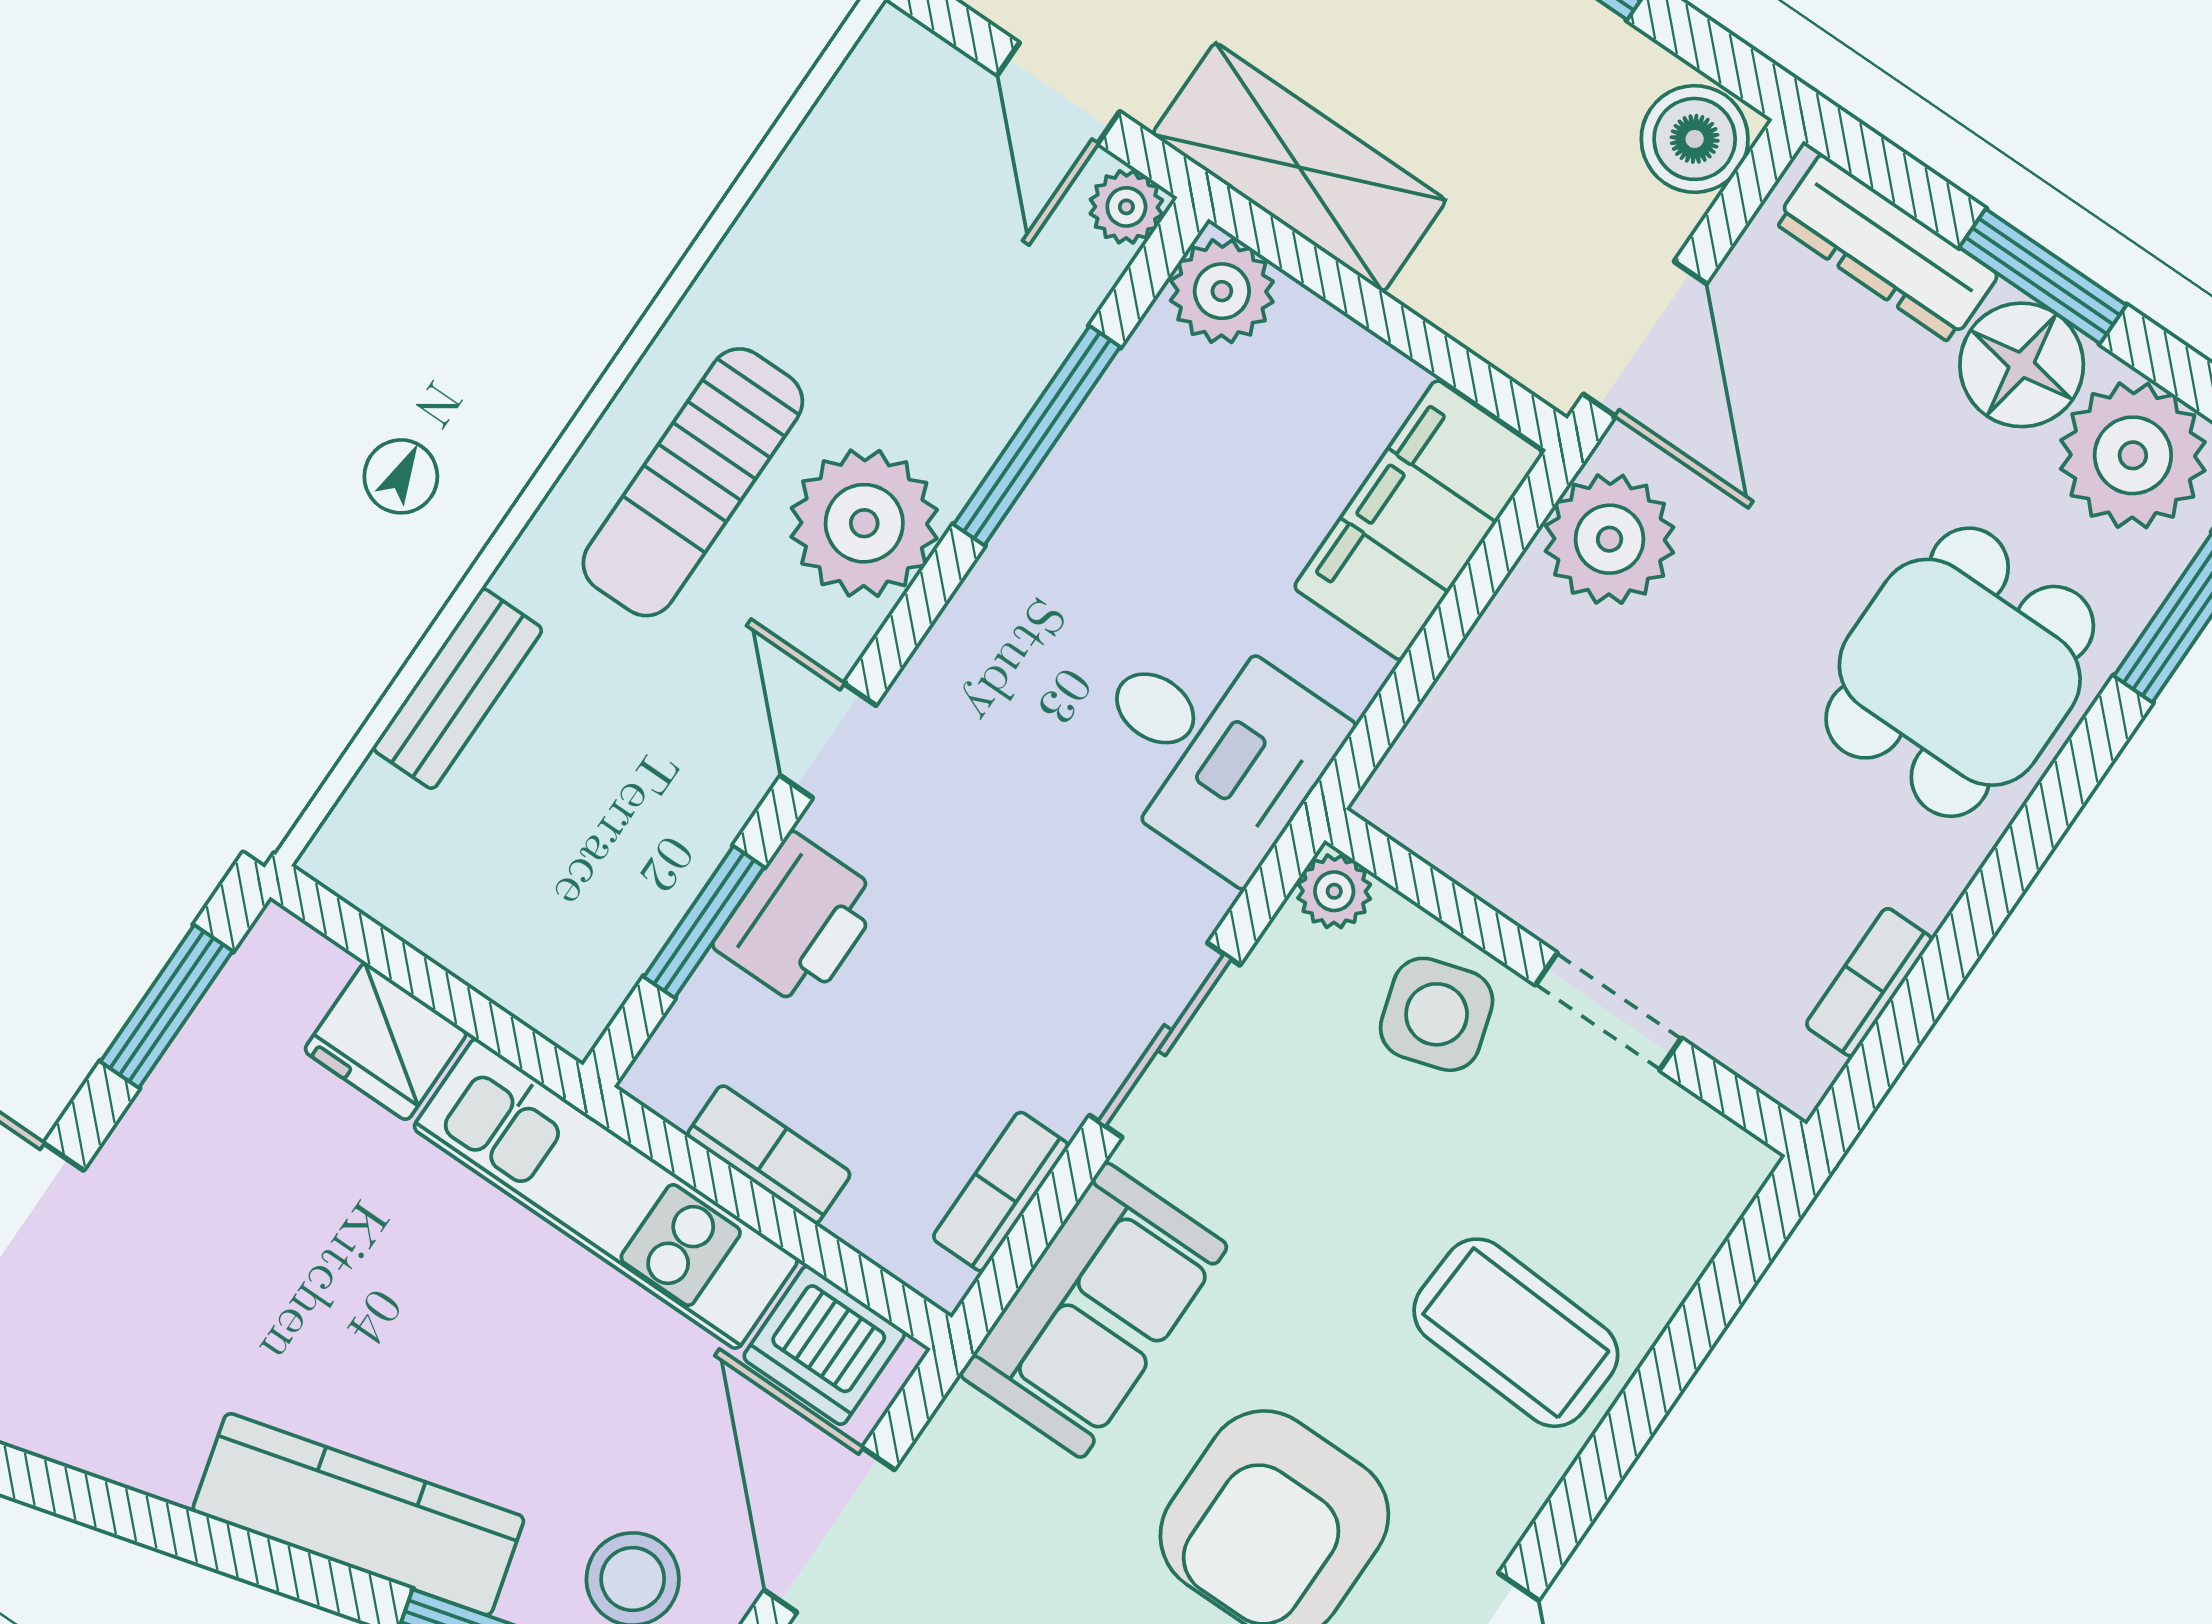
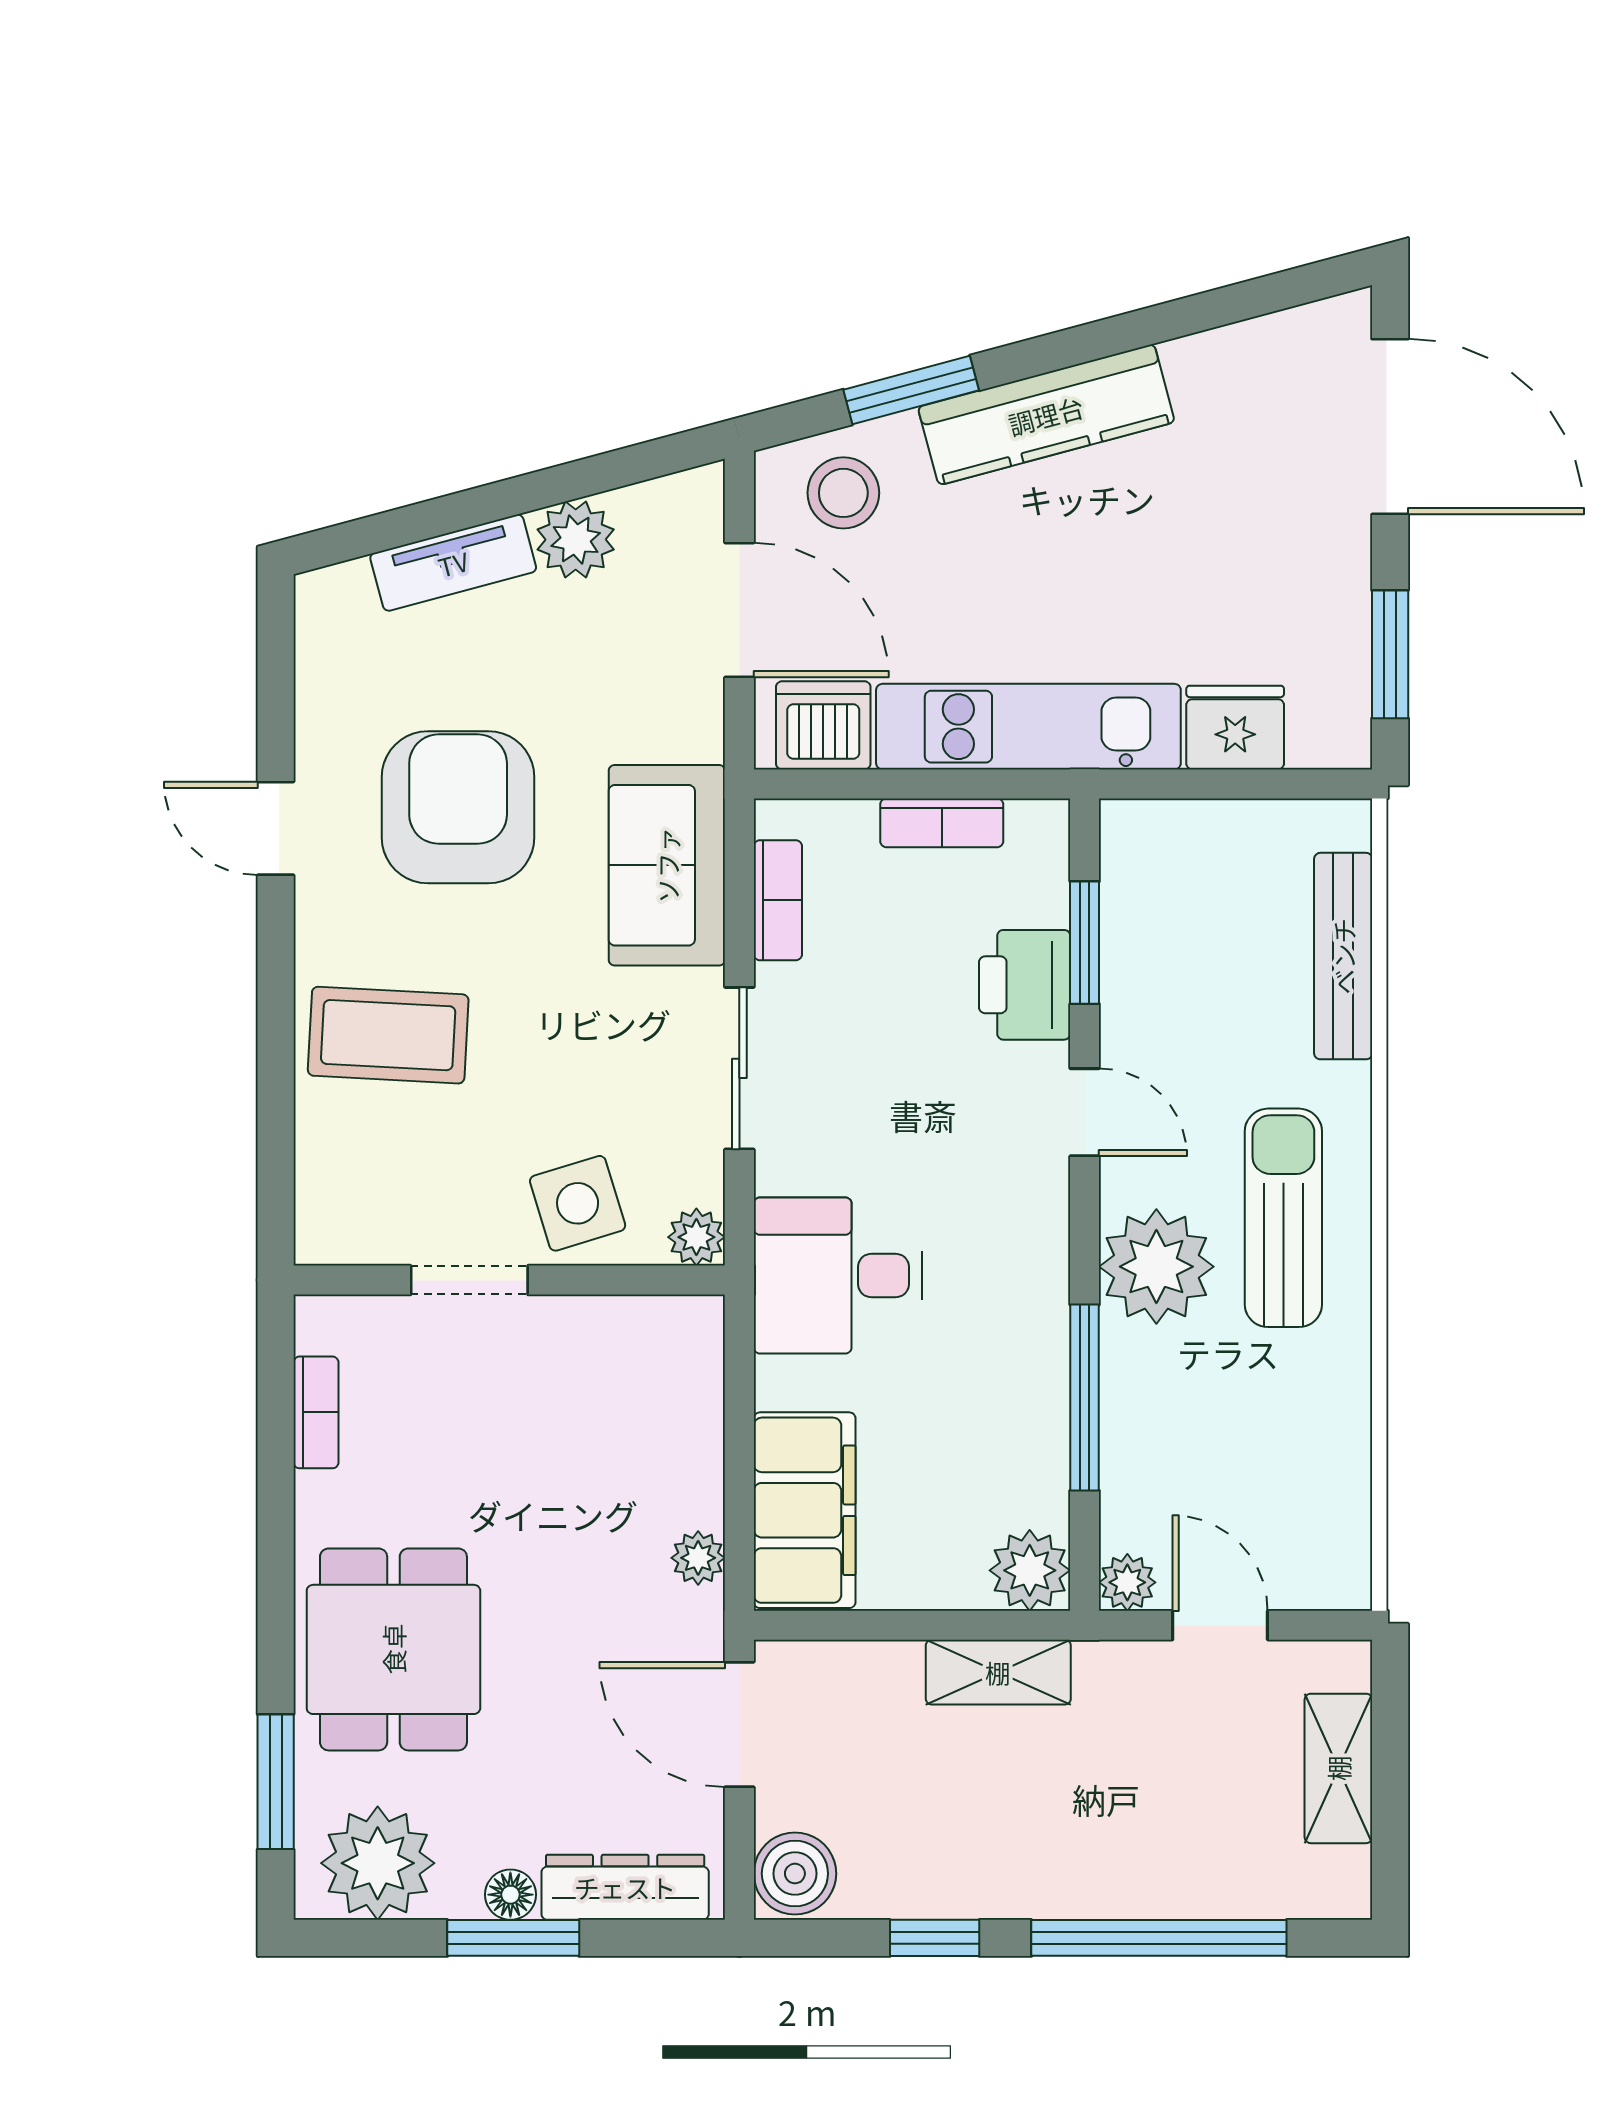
shelving: (1299, 167) -> (998, 1672), width x0.67, depth x0.75
floor lamp: (2022, 365) -> (510, 1895), width x0.53, depth x0.53
plant: (1610, 539) -> (698, 1558), width x0.53, depth x0.53
bench: (458, 689) -> (1343, 956), width x1.36

